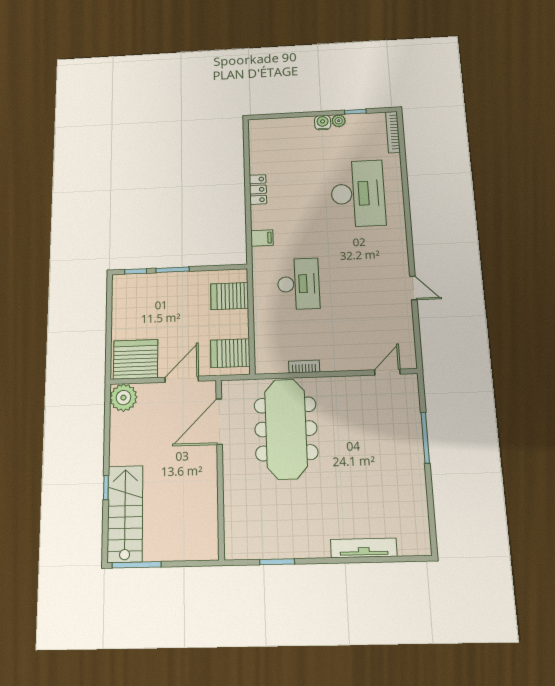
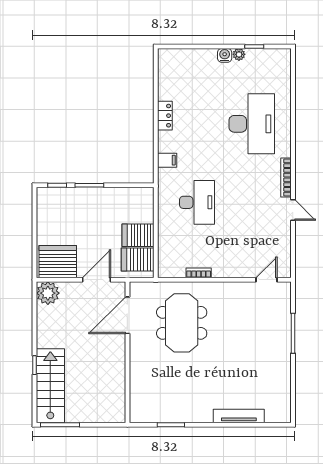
bookcase: (393, 132) -> (286, 177), moved
server rack: (230, 296) -> (138, 235), moved
meeting table: (286, 429) -> (182, 323), width x0.73

